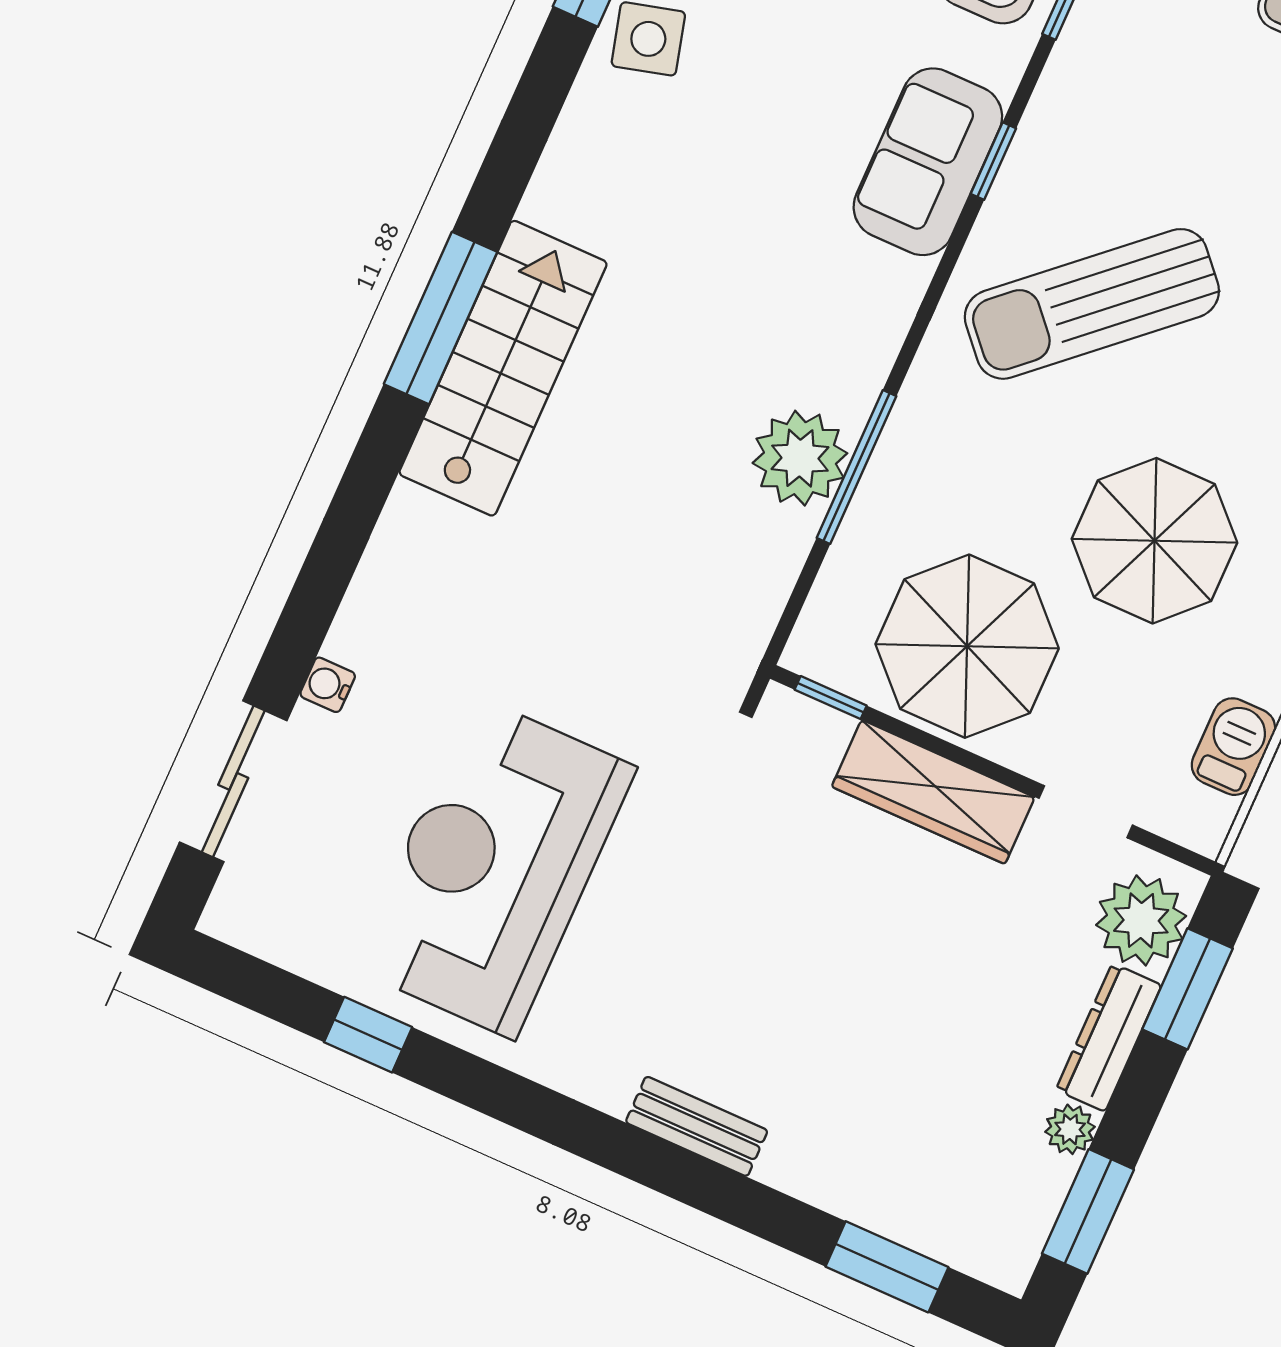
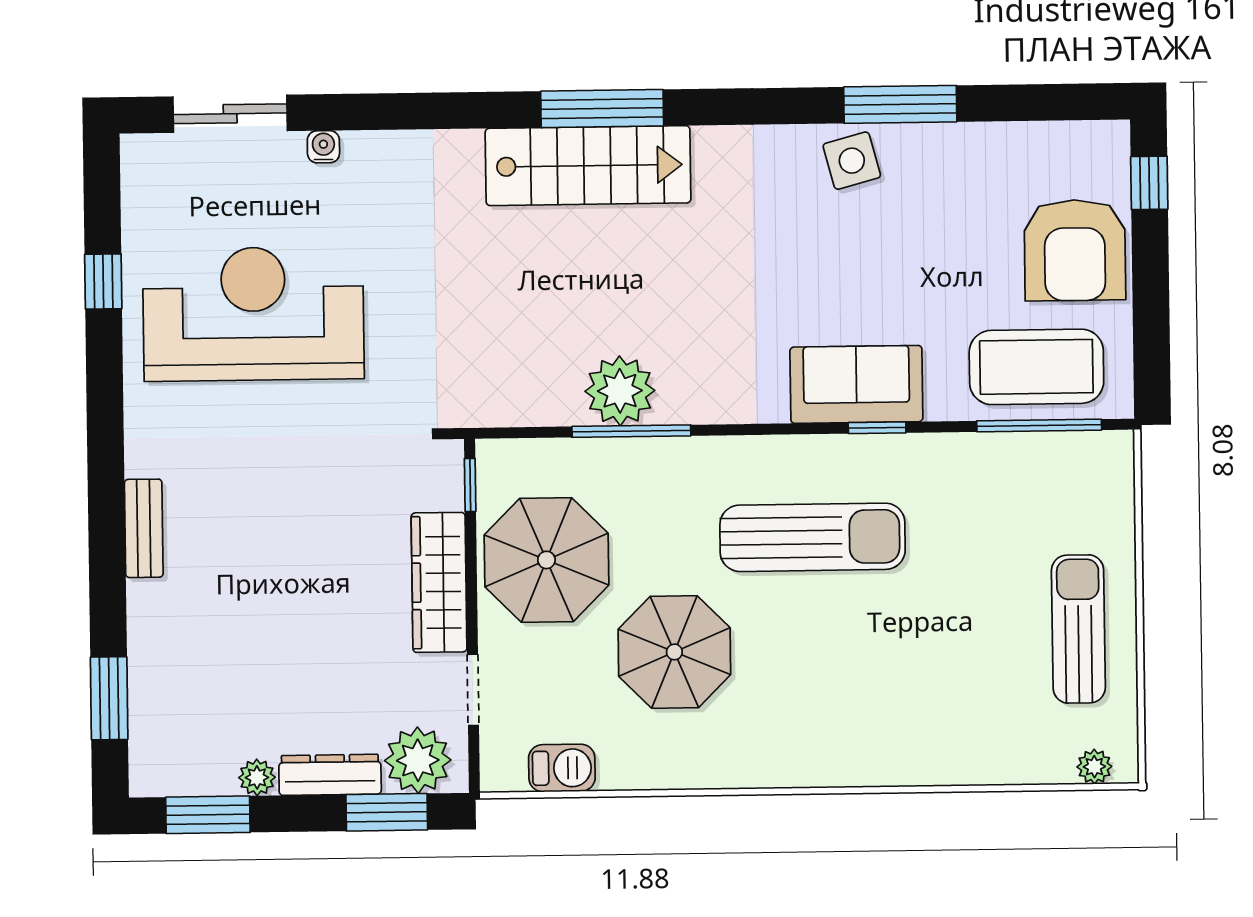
sun lounger: (1092, 304) -> (813, 537), turned 132

